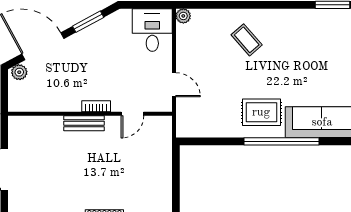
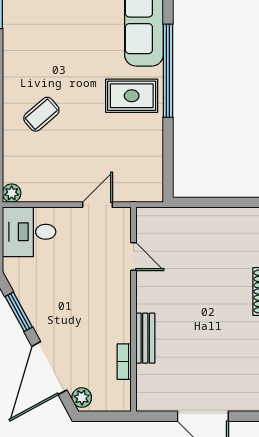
bookcase: (96, 106) -> (124, 362), moved
rug: (261, 112) -> (132, 96), turned 90
bench: (84, 123) -> (145, 338), moved

